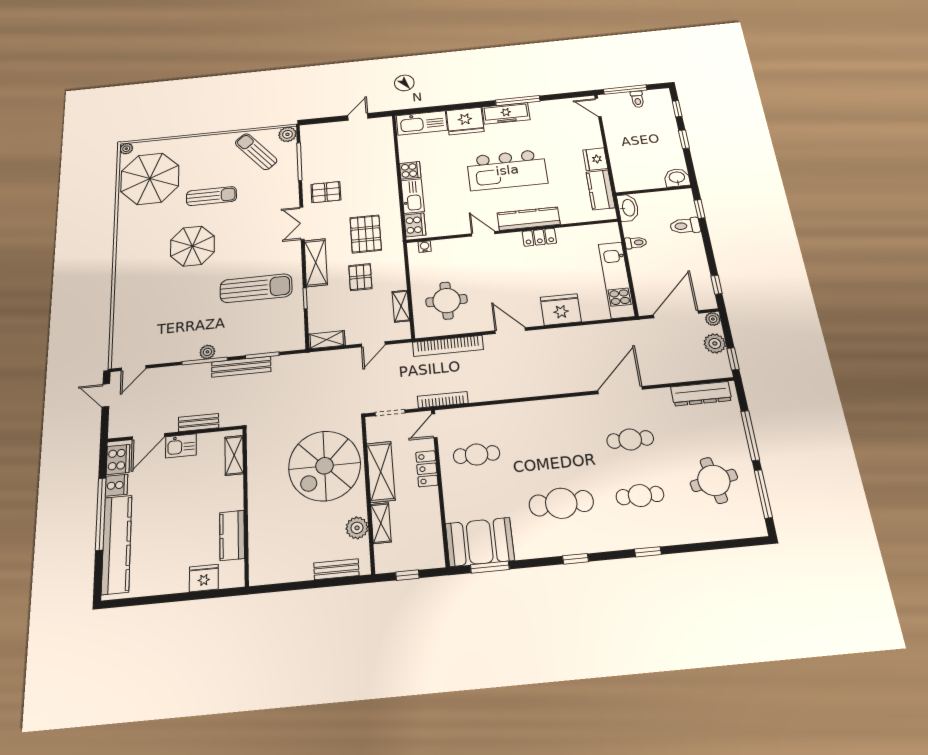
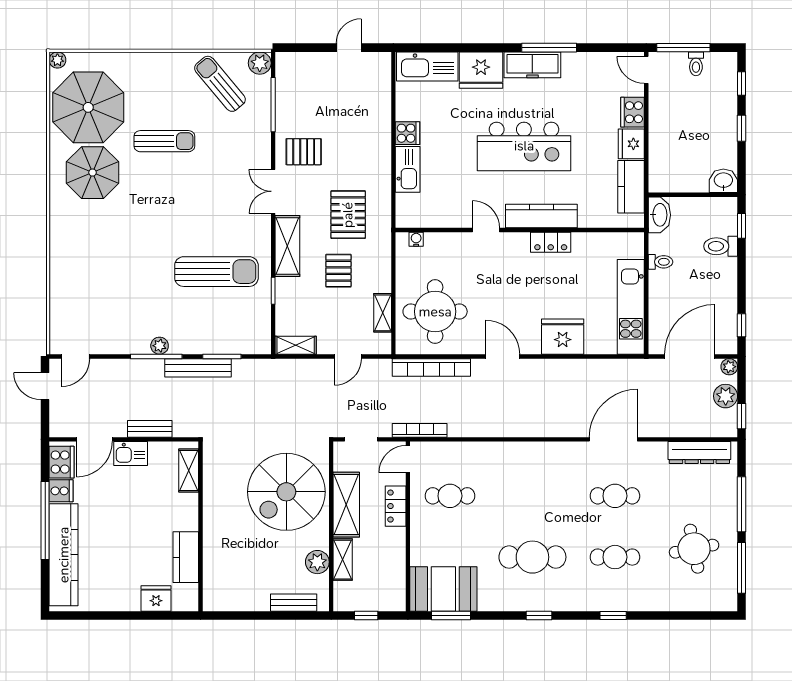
cooker: (415, 225) -> (633, 112), moved, turned 180
parasol: (192, 246) -> (93, 173), moved
round table: (447, 301) -> (435, 312), width x1.36, depth x1.36

